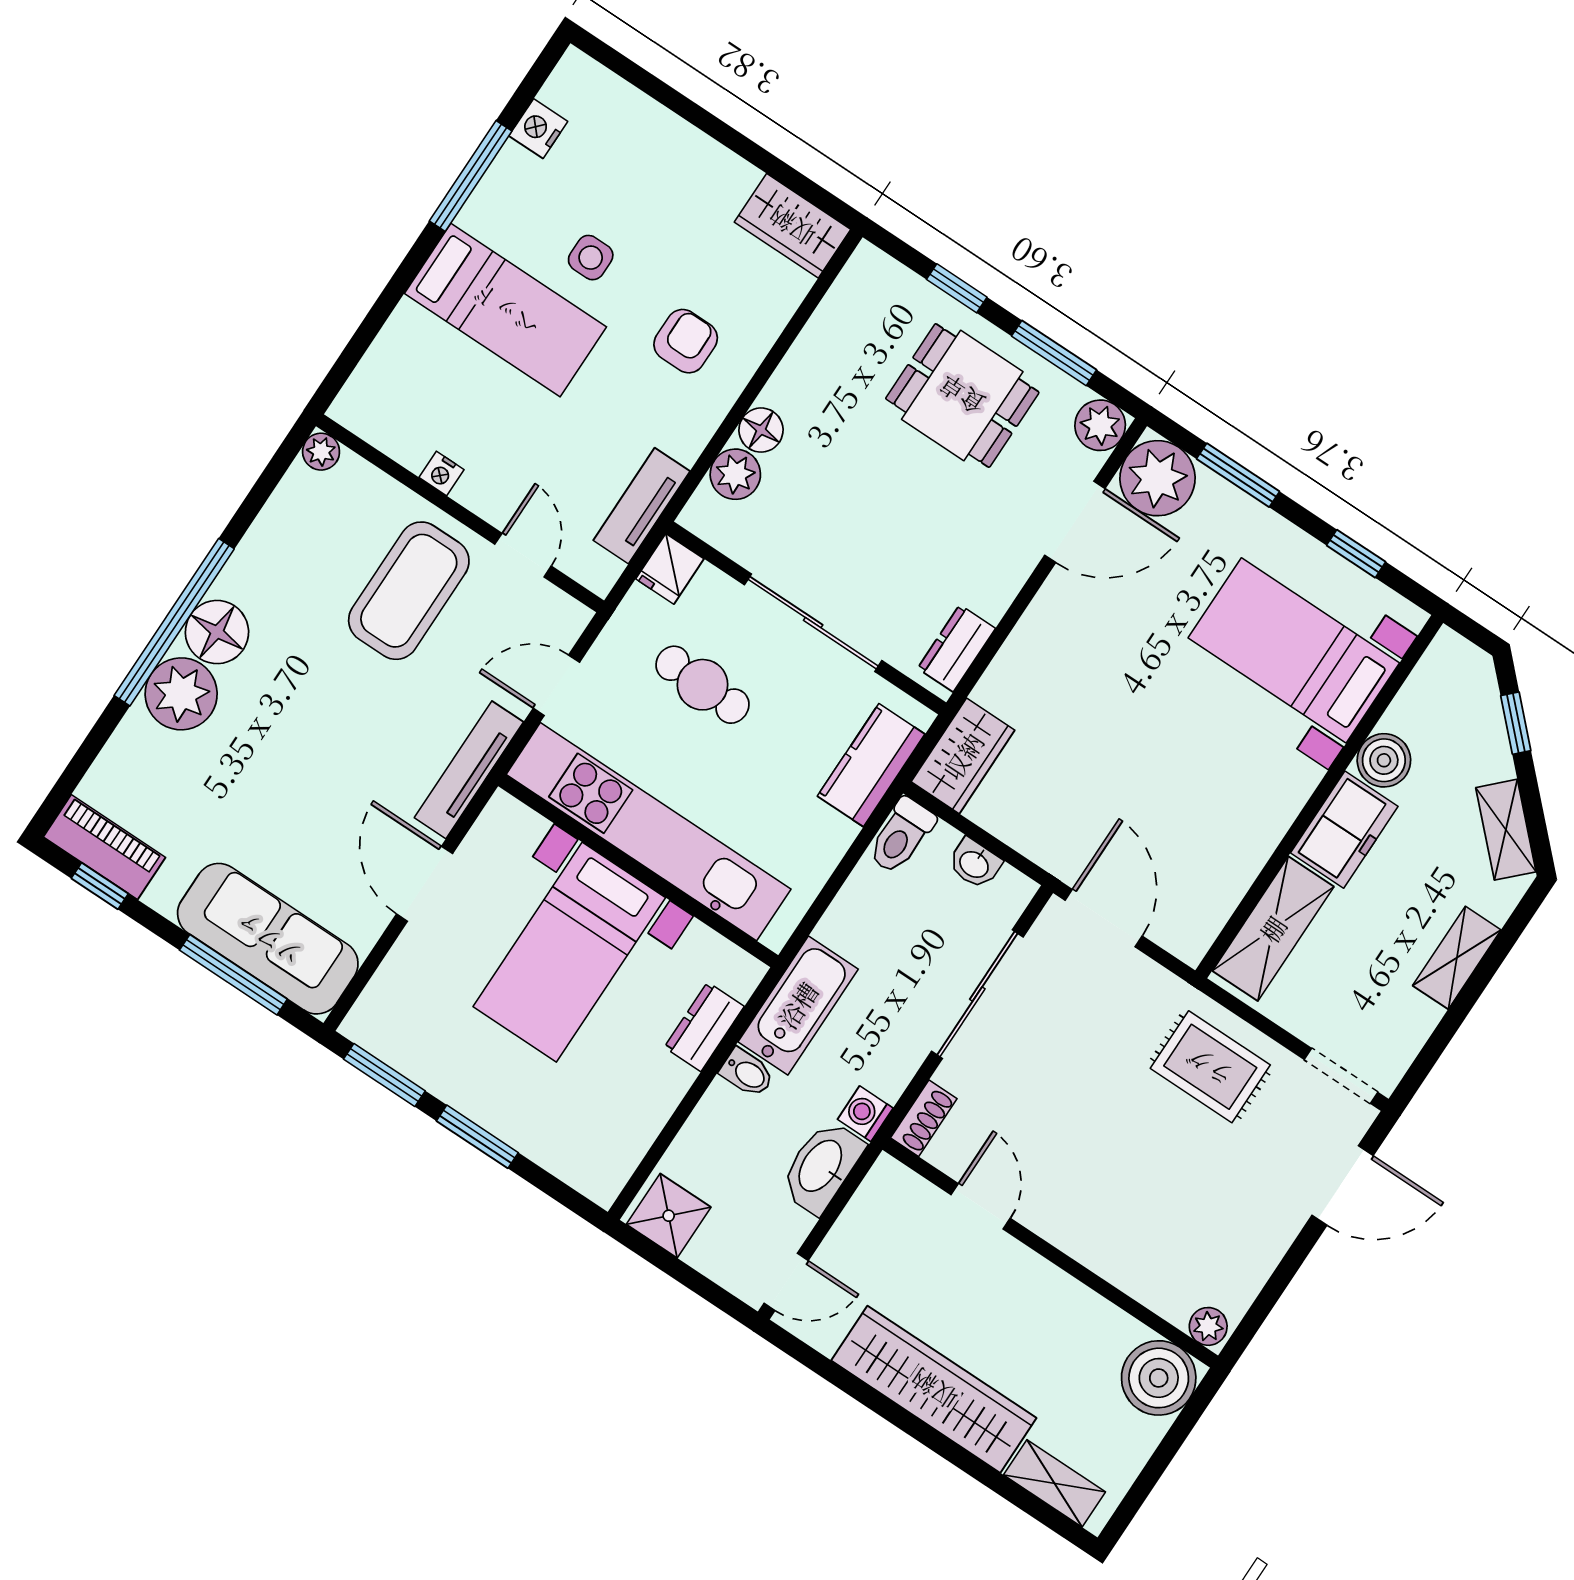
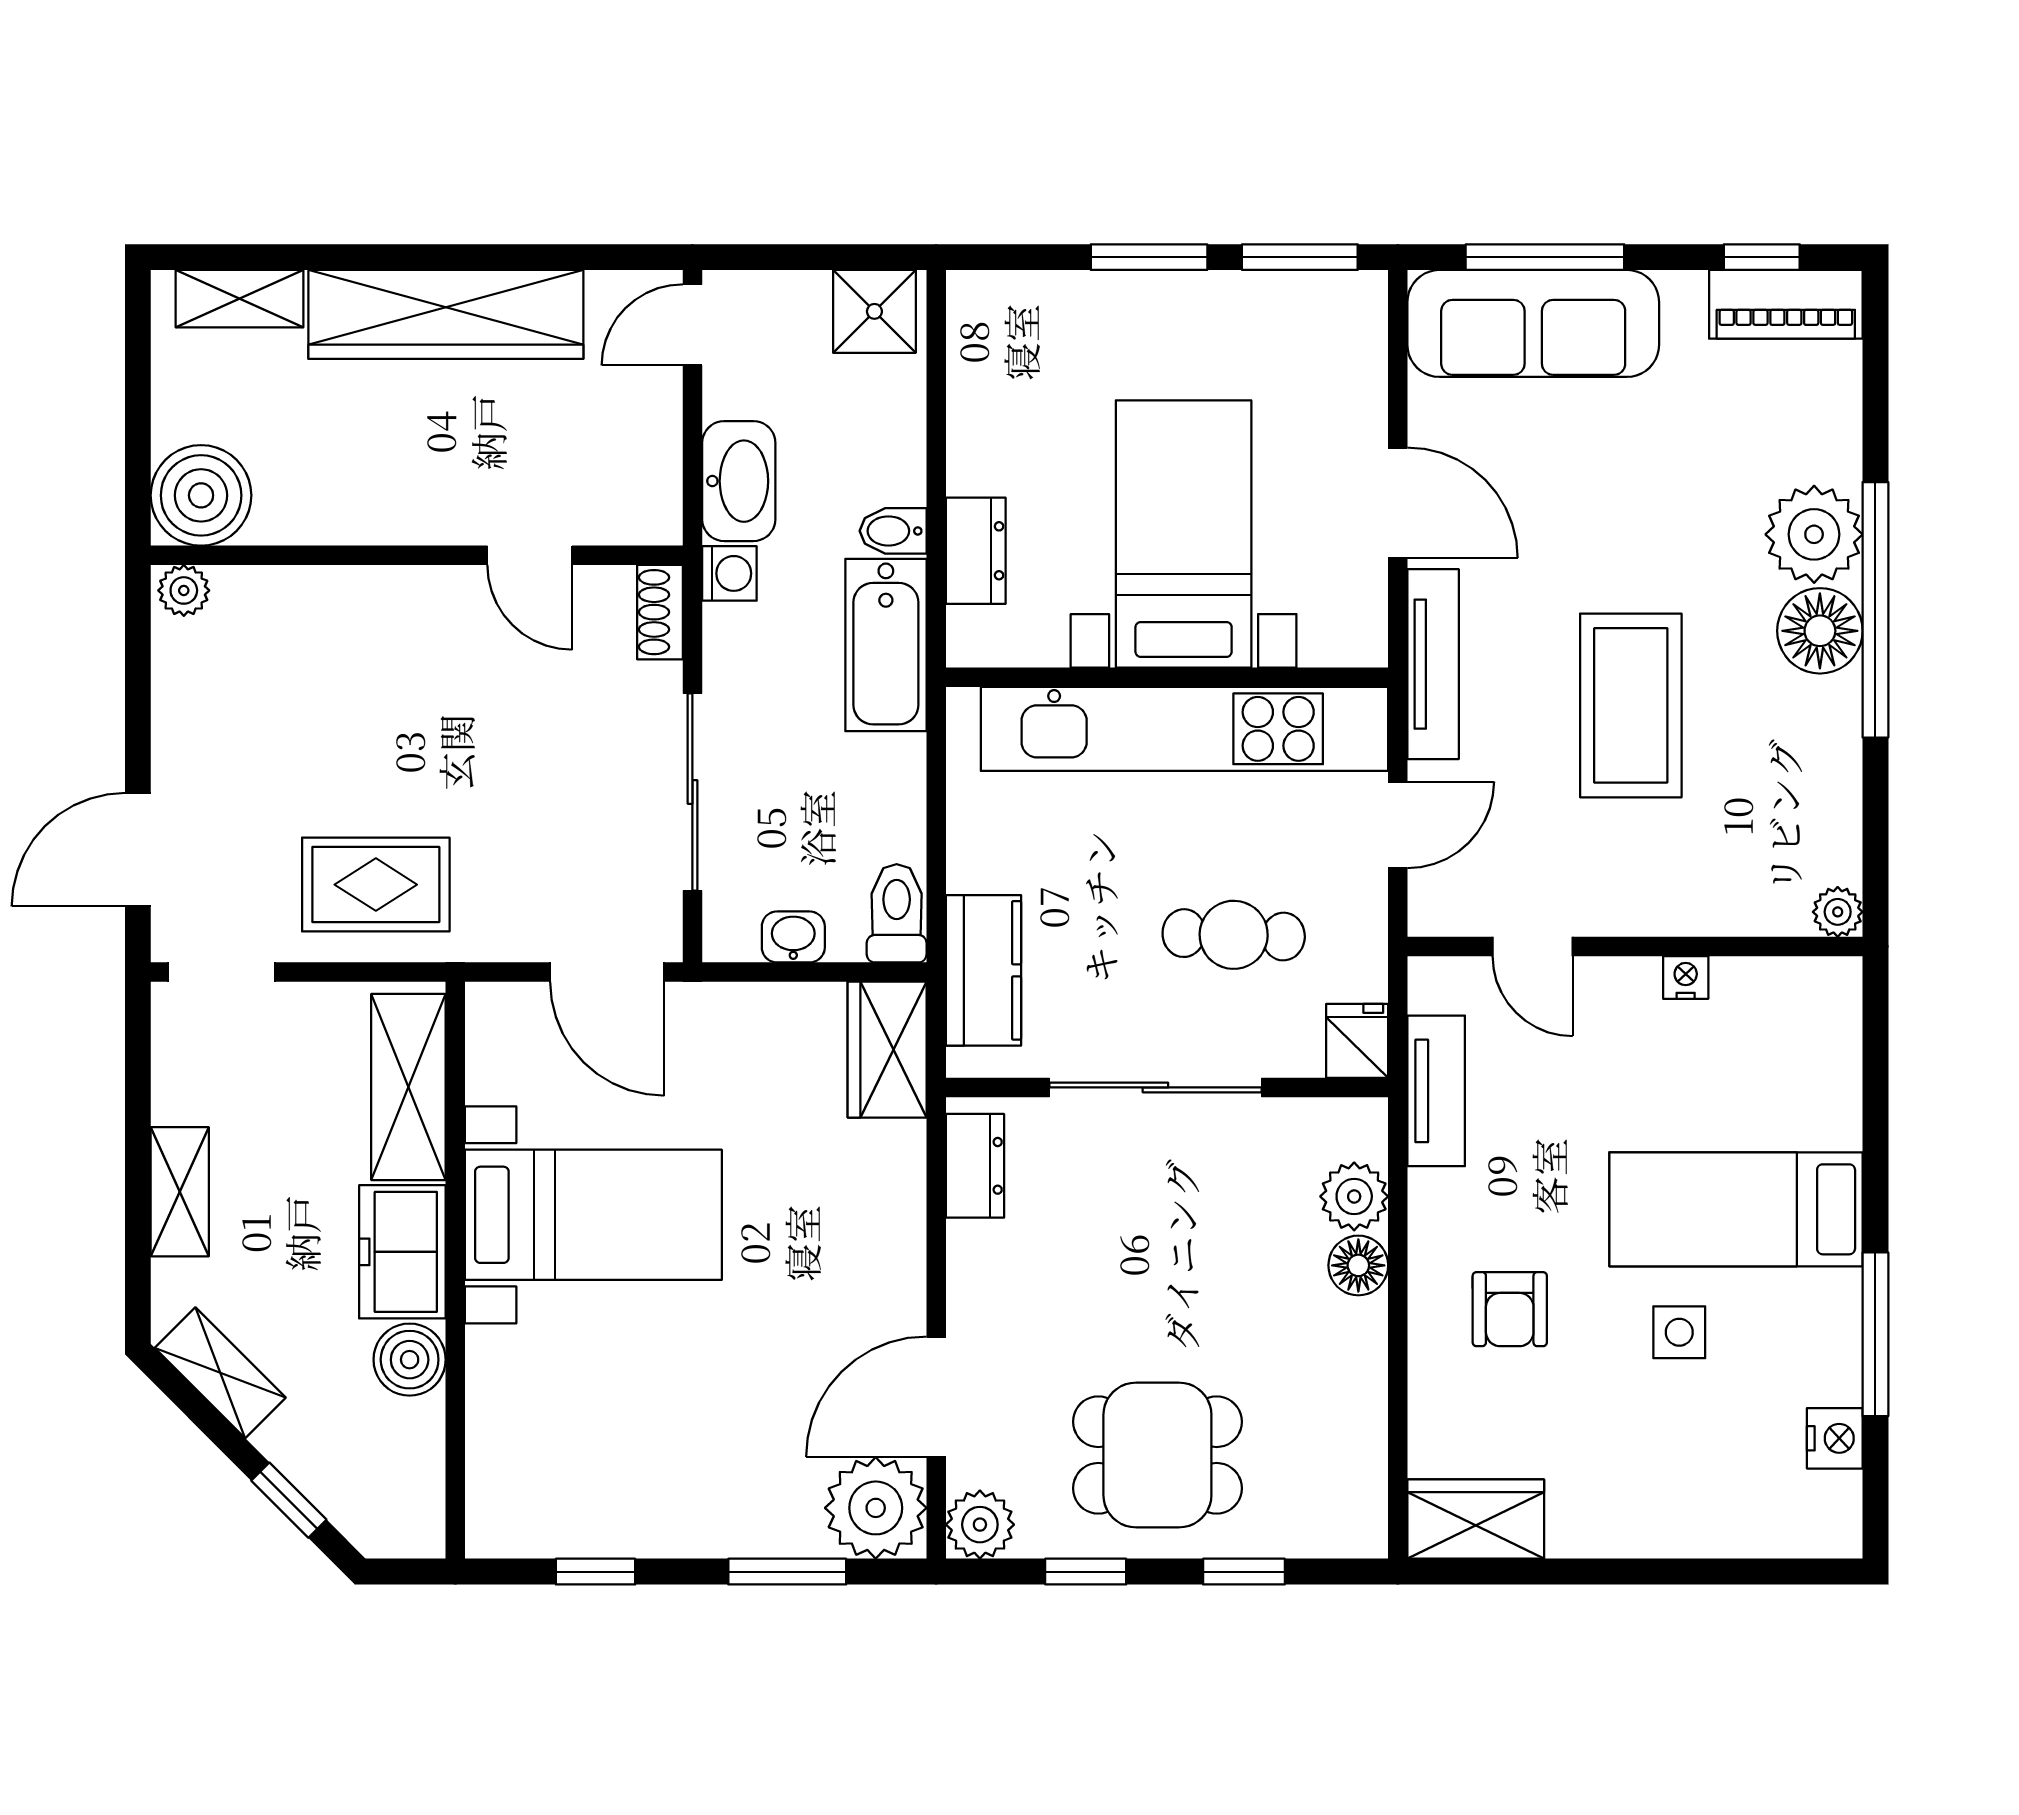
window: (1054, 353) -> (1086, 1572), width x0.67
coffee table: (409, 591) -> (1631, 705), moved
bed with nightstands: (1294, 650) -> (593, 1215), moved

